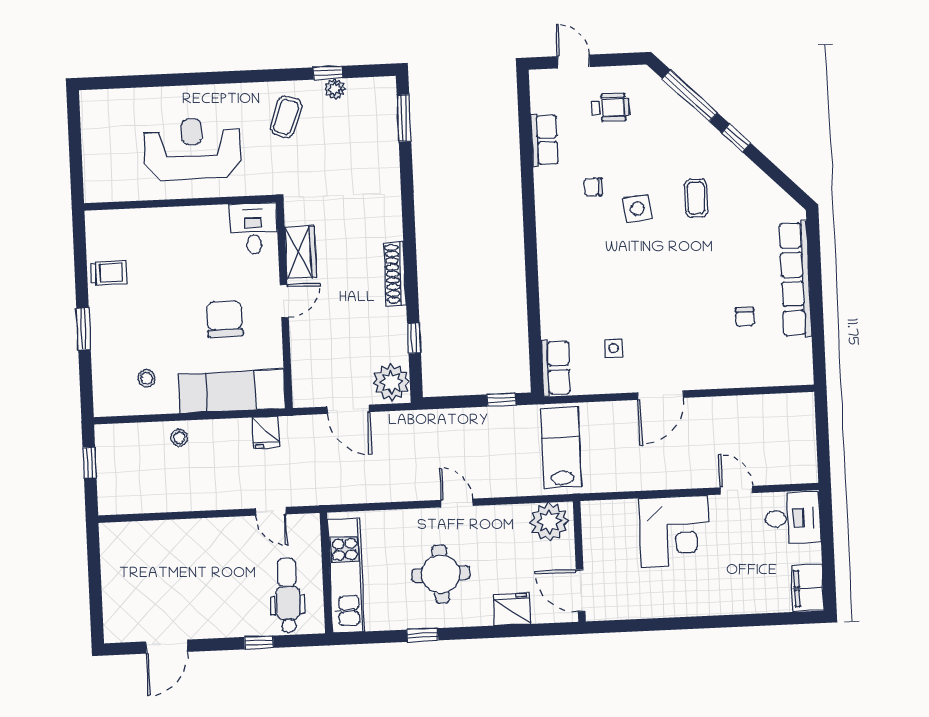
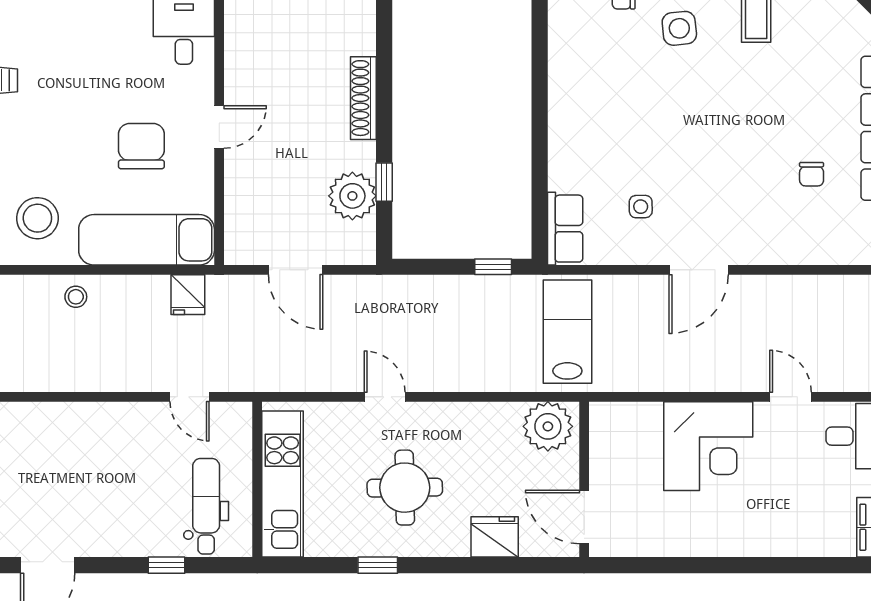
wardrobe: (301, 252) -> (243, 65), removed
stool: (147, 378) -> (37, 218), width x1.89, depth x1.89
plant: (391, 382) -> (352, 196), moved
door: (457, 503) -> (385, 397), moved

